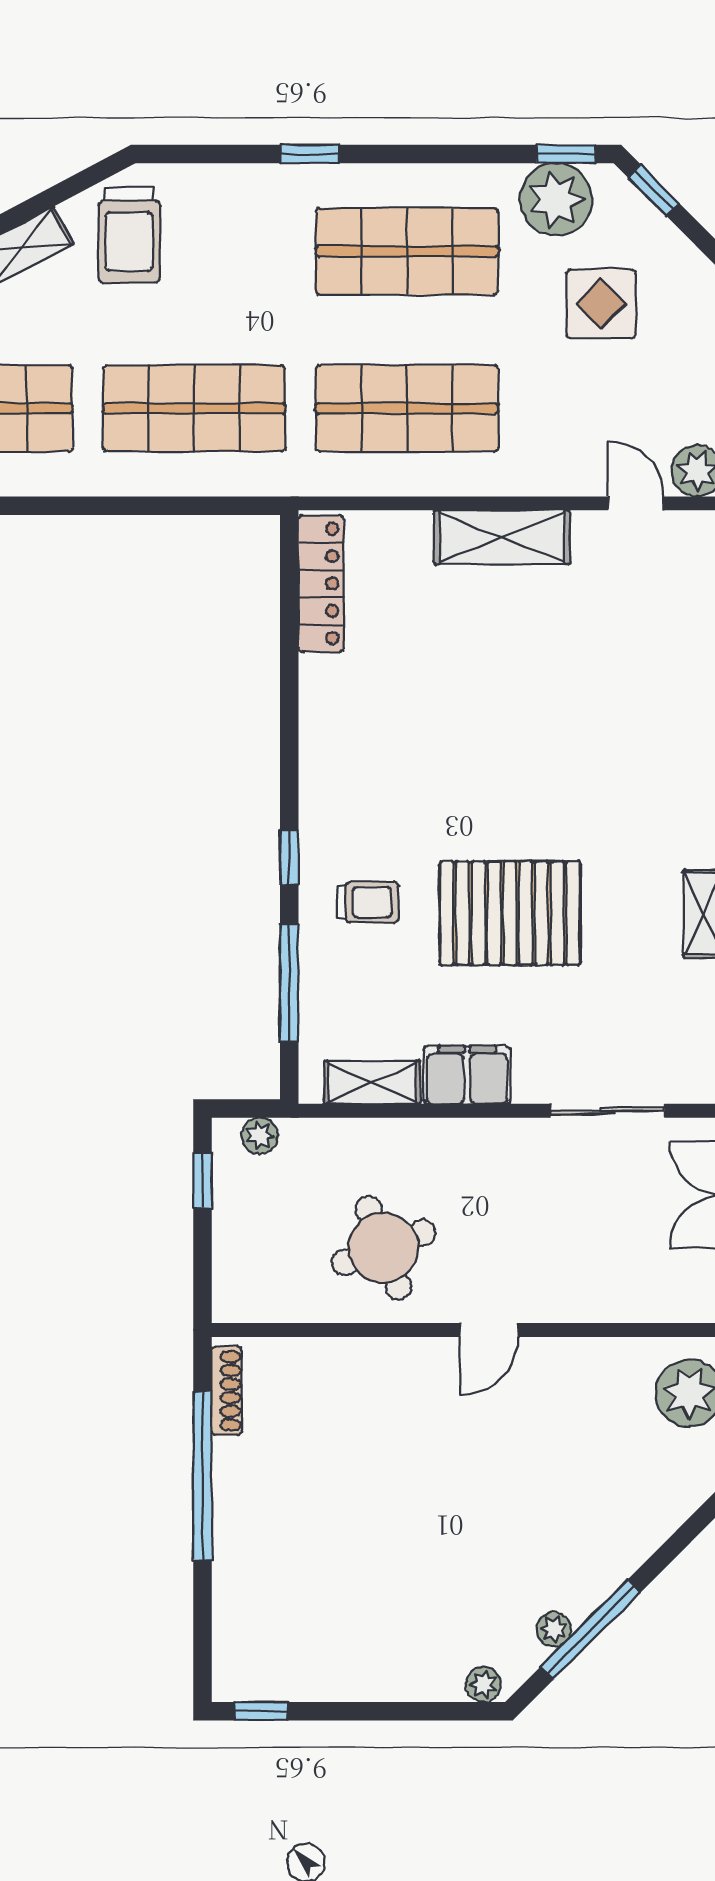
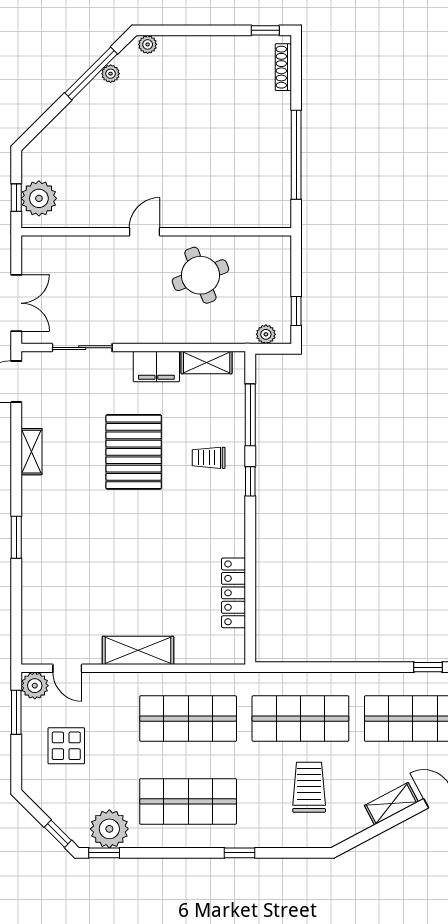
trolley: (129, 235) -> (309, 787), moved
display table: (601, 304) -> (66, 746), moved
locker: (321, 584) -> (233, 593), moved
pallet: (510, 913) -> (134, 452), turned 90
shoe rack: (227, 1391) -> (283, 67), moved

